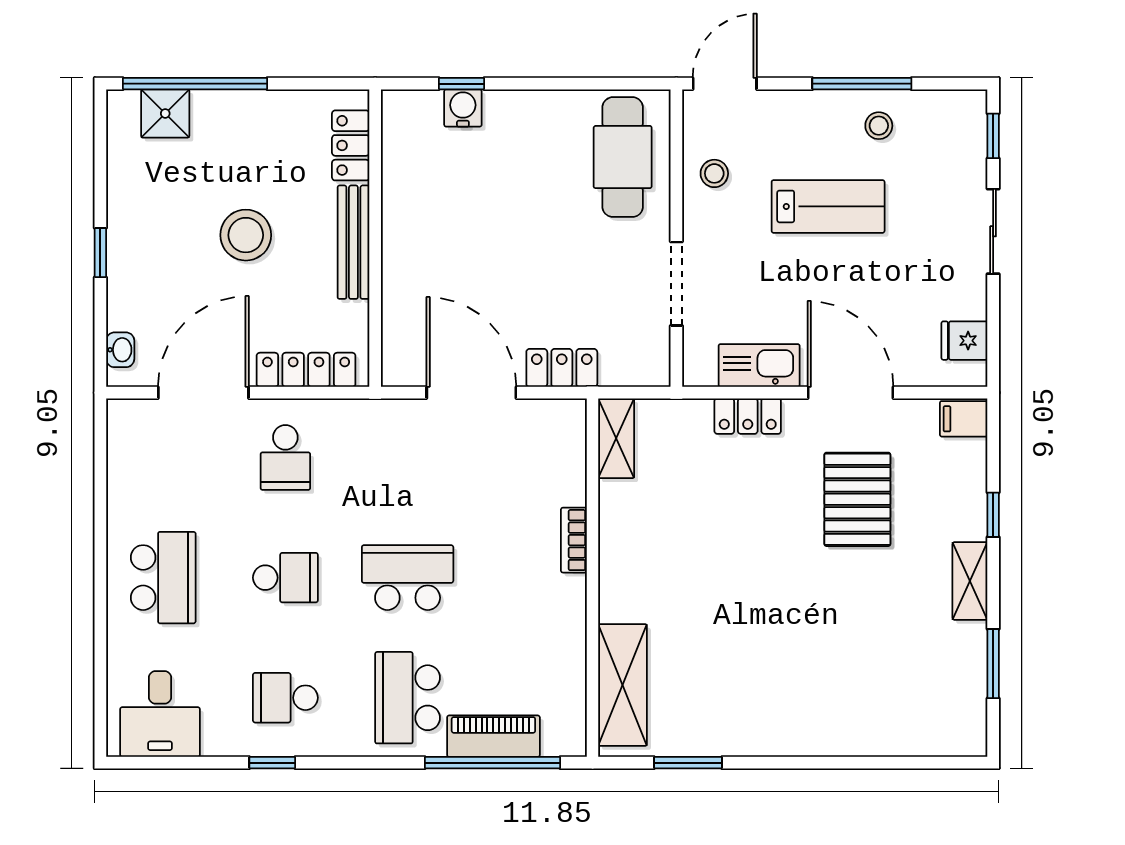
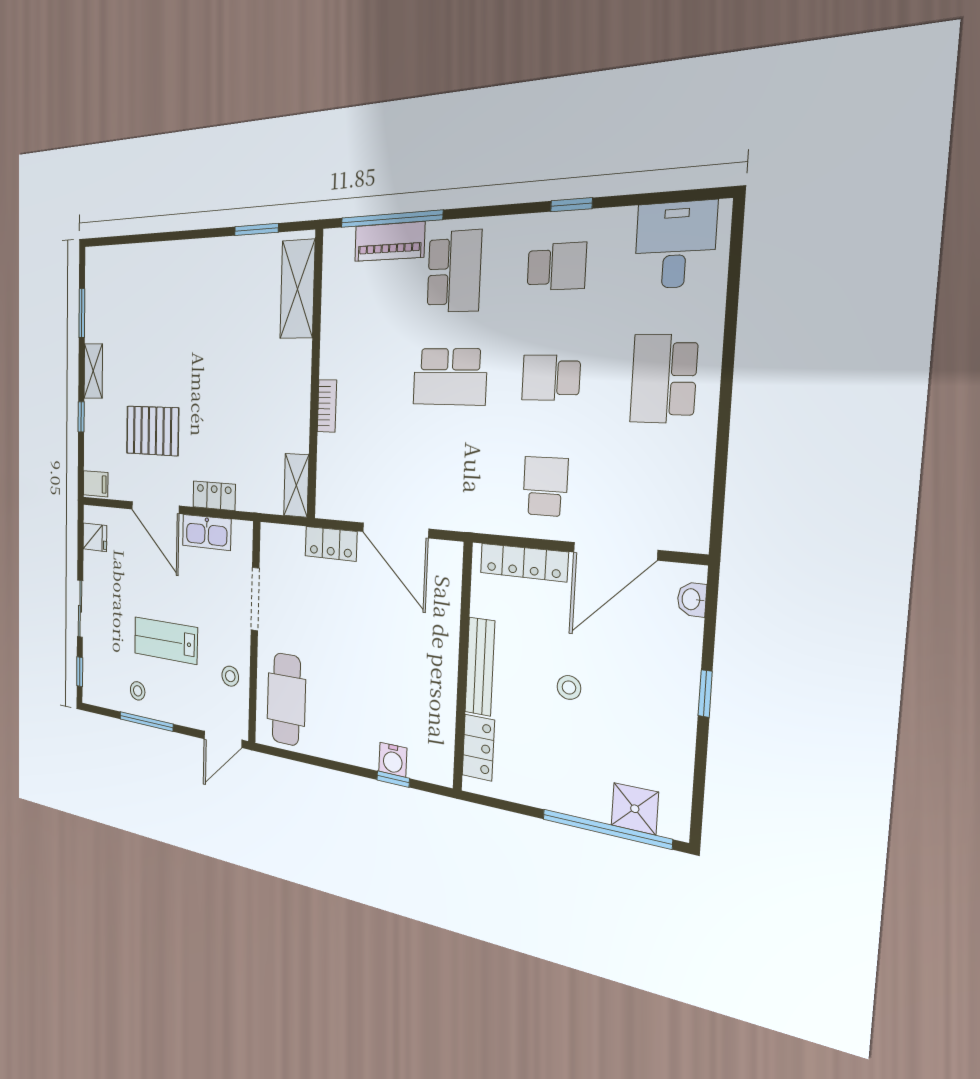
stool: (246, 235) -> (569, 687), width x0.53, depth x0.53
pallet: (857, 499) -> (152, 431), turned 90

